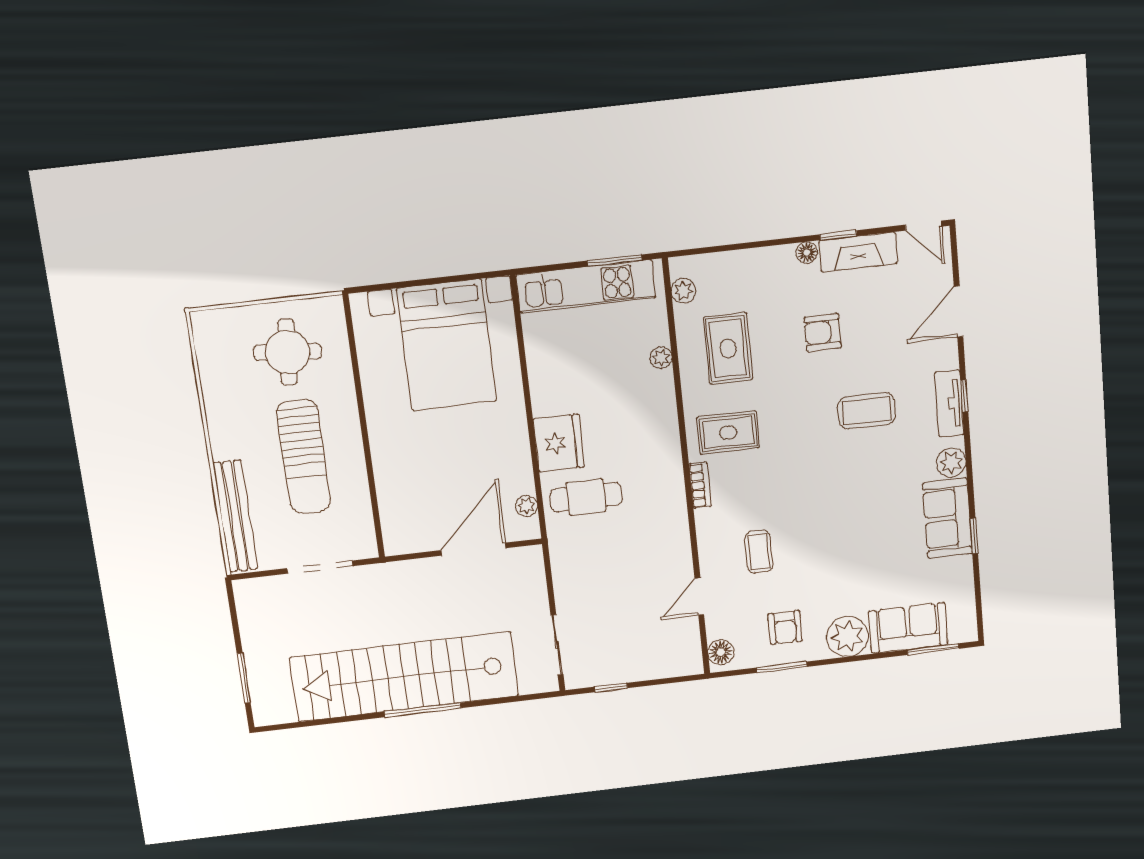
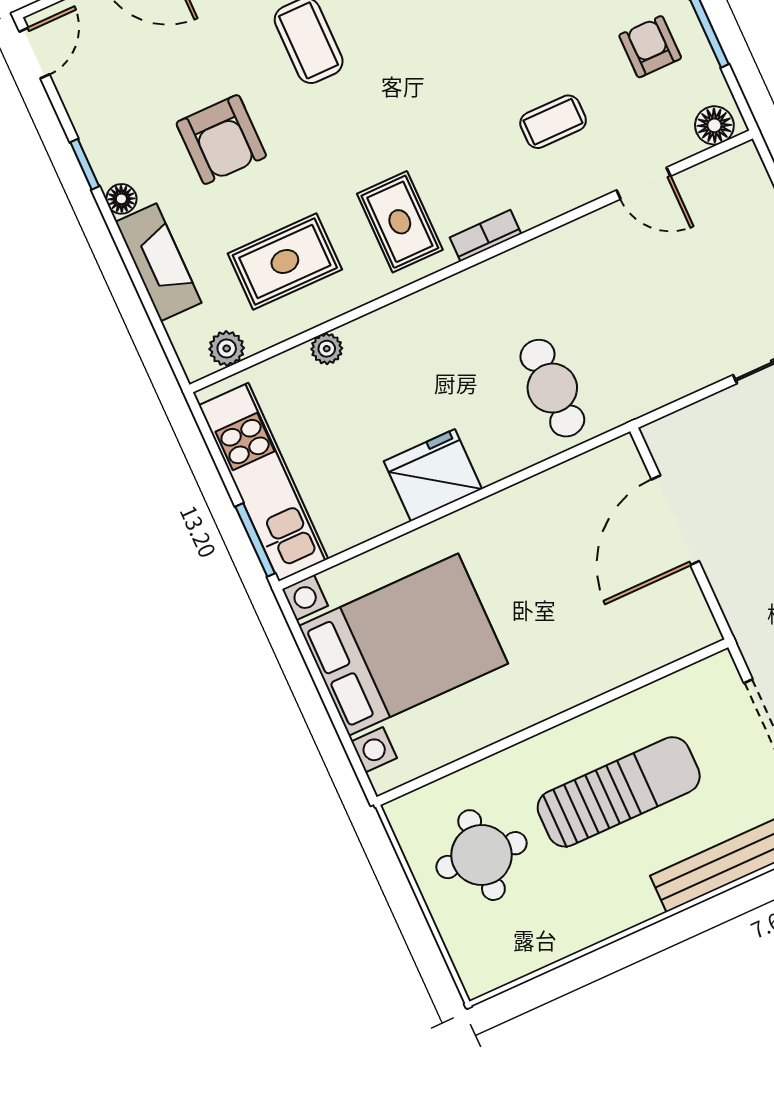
fireplace: (858, 252) -> (158, 262), moved
window: (614, 261) -> (255, 540), moved
armchair: (823, 332) -> (221, 140), width x1.38, depth x1.38
fridge: (559, 443) -> (433, 475), moved
plant: (527, 506) -> (591, 466), removed
door: (473, 549) -> (675, 520), hinge flipped
armchair: (785, 628) -> (650, 47), turned -90

